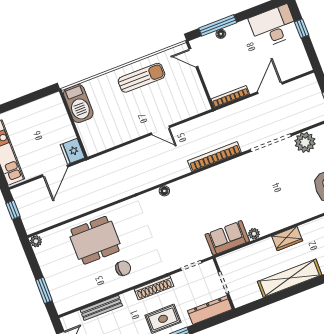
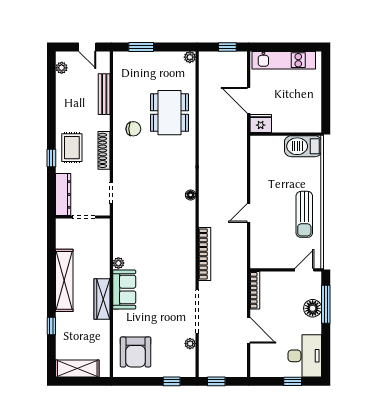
floor lamp: (221, 34) -> (313, 308), width x1.89, depth x1.89
plant: (305, 142) -> (190, 344), width x0.53, depth x0.53
sofa: (227, 238) -> (124, 290), moved
wardrobe: (287, 238) -> (102, 299), width x1.50
chair: (123, 268) -> (133, 129), turned -90

